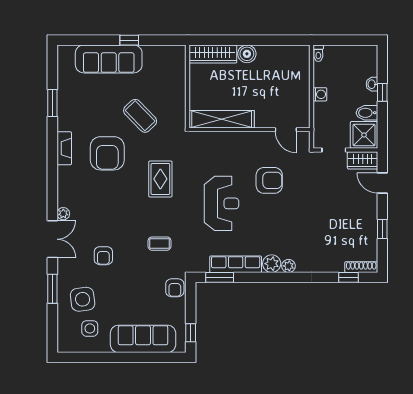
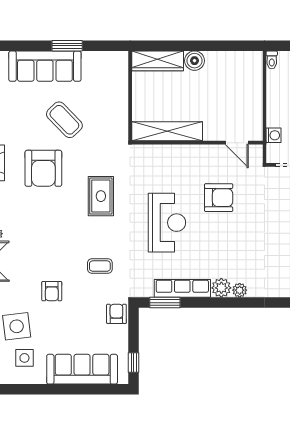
window: (129, 40) -> (67, 46), width x1.50
washing machine: (320, 94) -> (274, 135), moved
coffee table: (140, 116) -> (64, 120), moved
armchair: (103, 256) -> (52, 291), moved
armchair: (175, 288) -> (116, 314), turned 180

